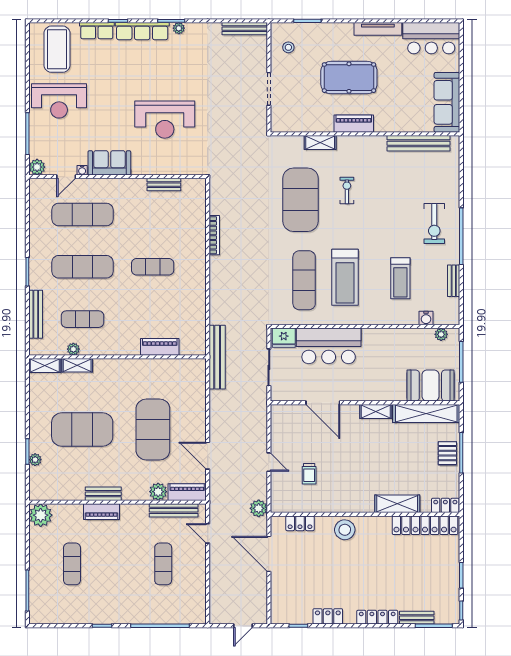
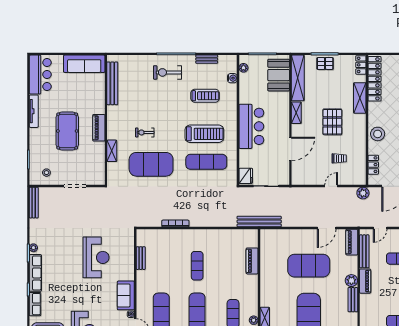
exercise bike: (434, 224) -> (167, 72), turned 180
bar counter: (329, 346) -> (251, 126), moved
pallet: (362, 464) -> (332, 122), added
plant: (158, 492) -> (351, 281), moved
piano: (102, 512) -> (365, 281), moved

